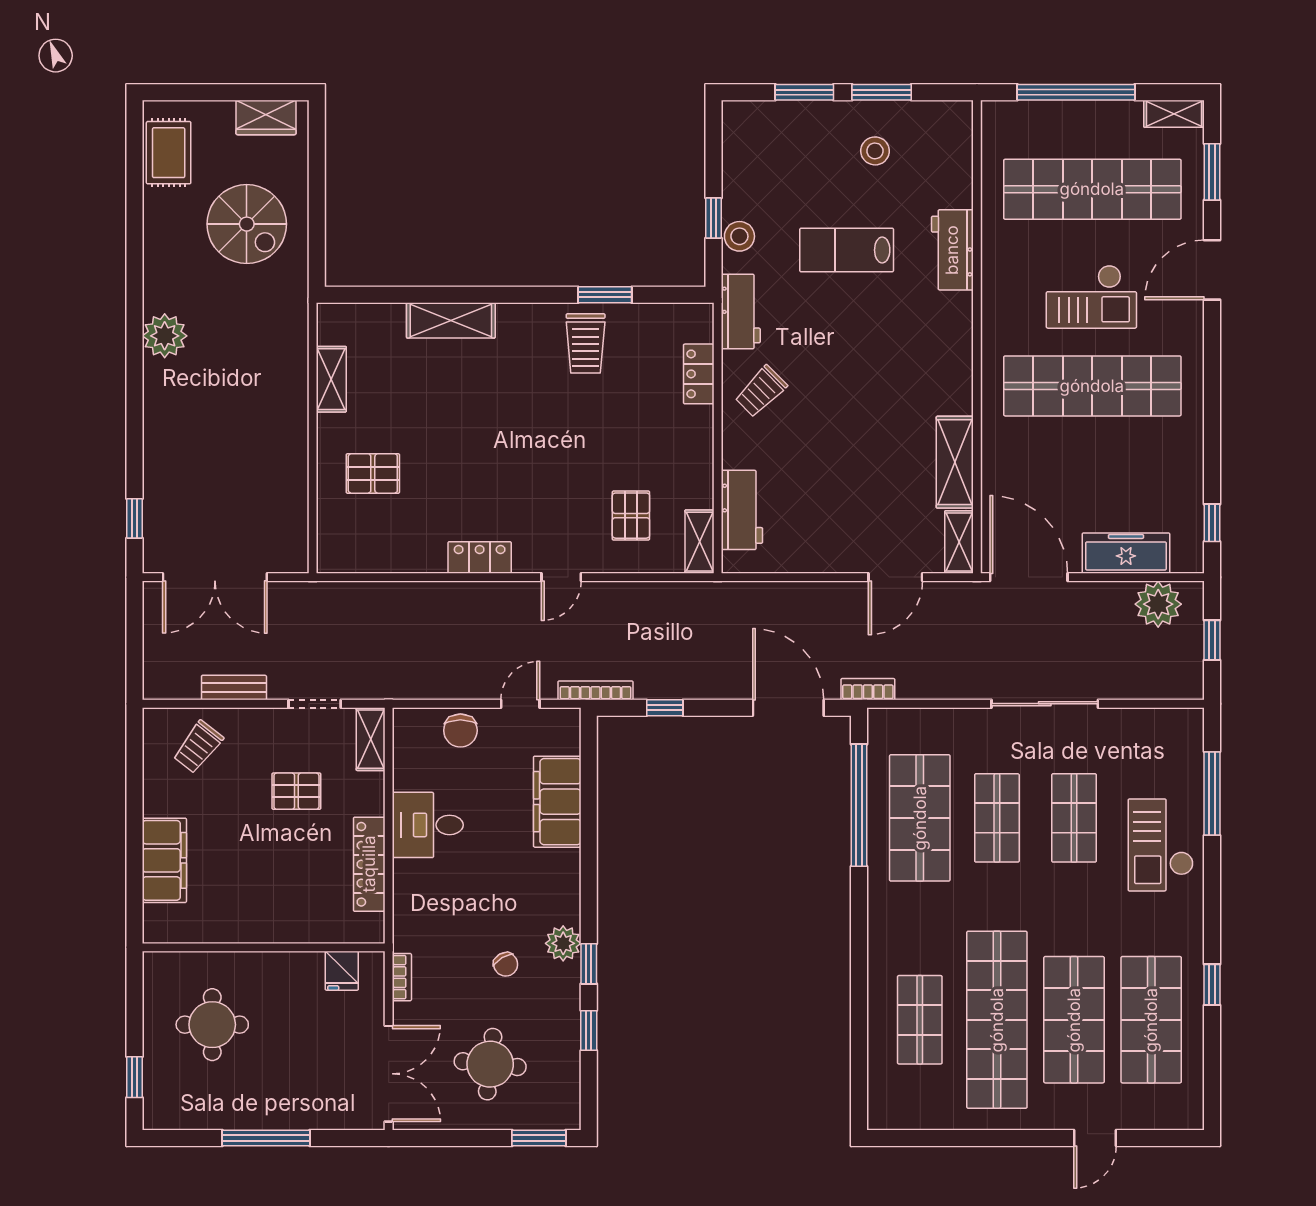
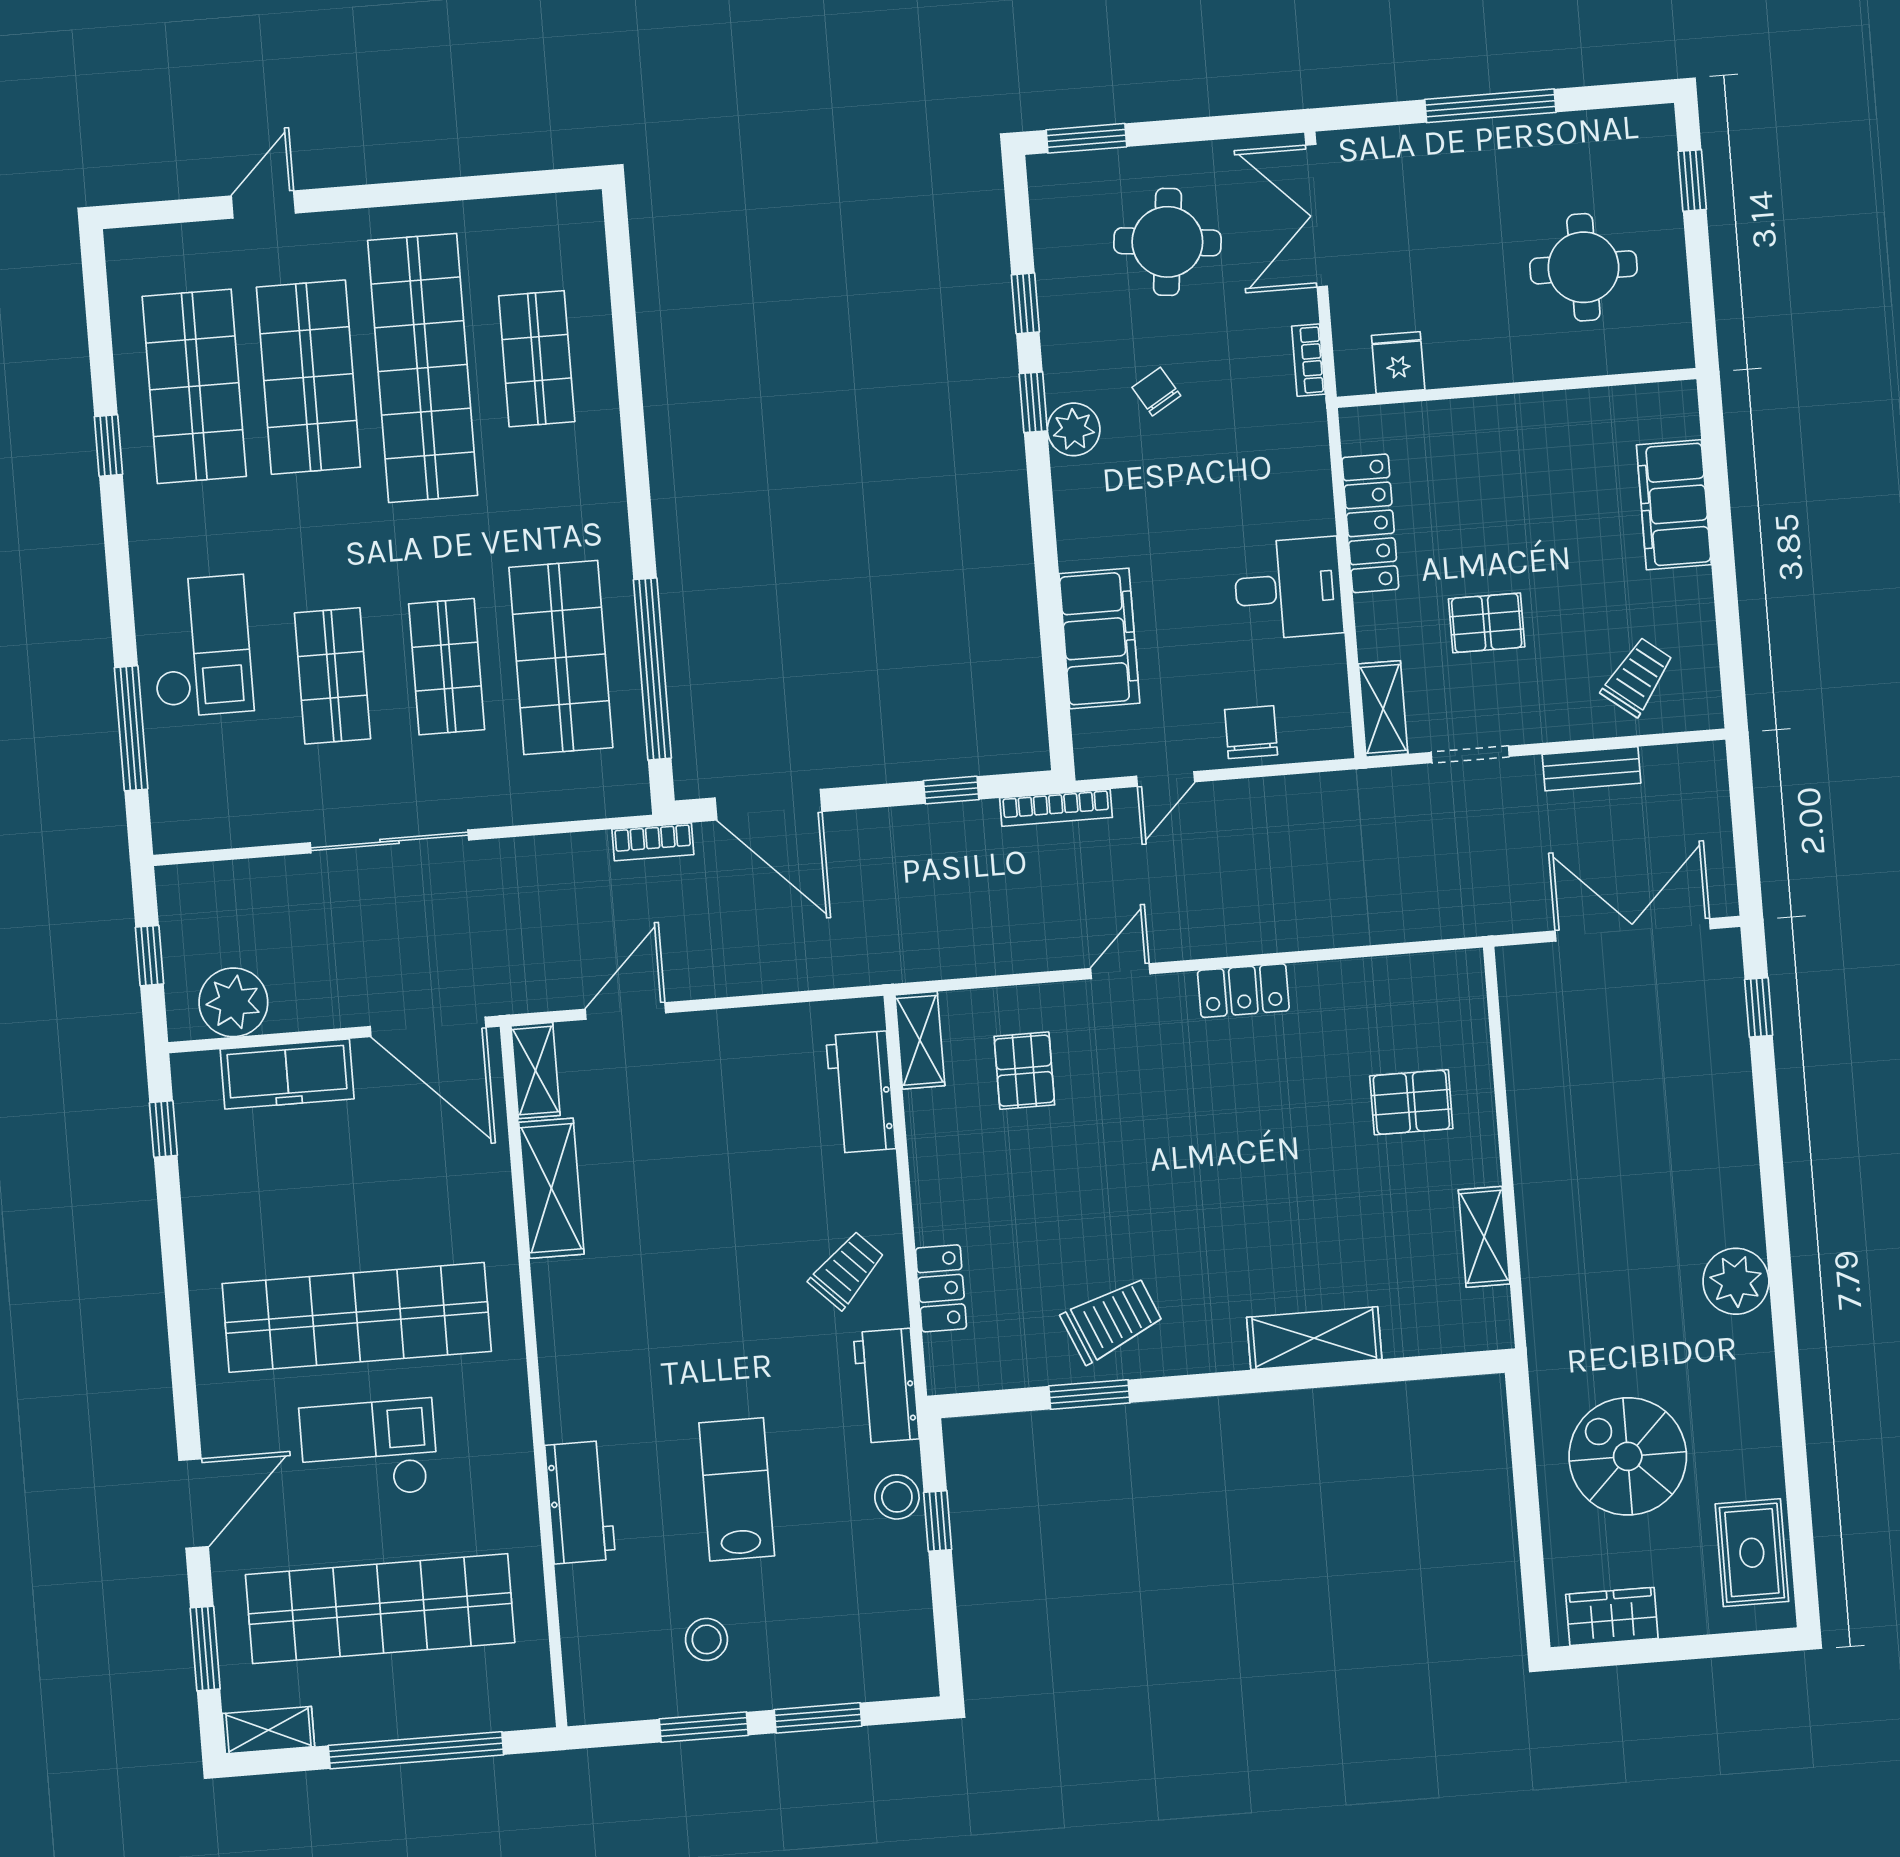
lab bench: (847, 250) -> (737, 1489), turned -90
trolley: (586, 343) -> (1112, 1320), turned 67

